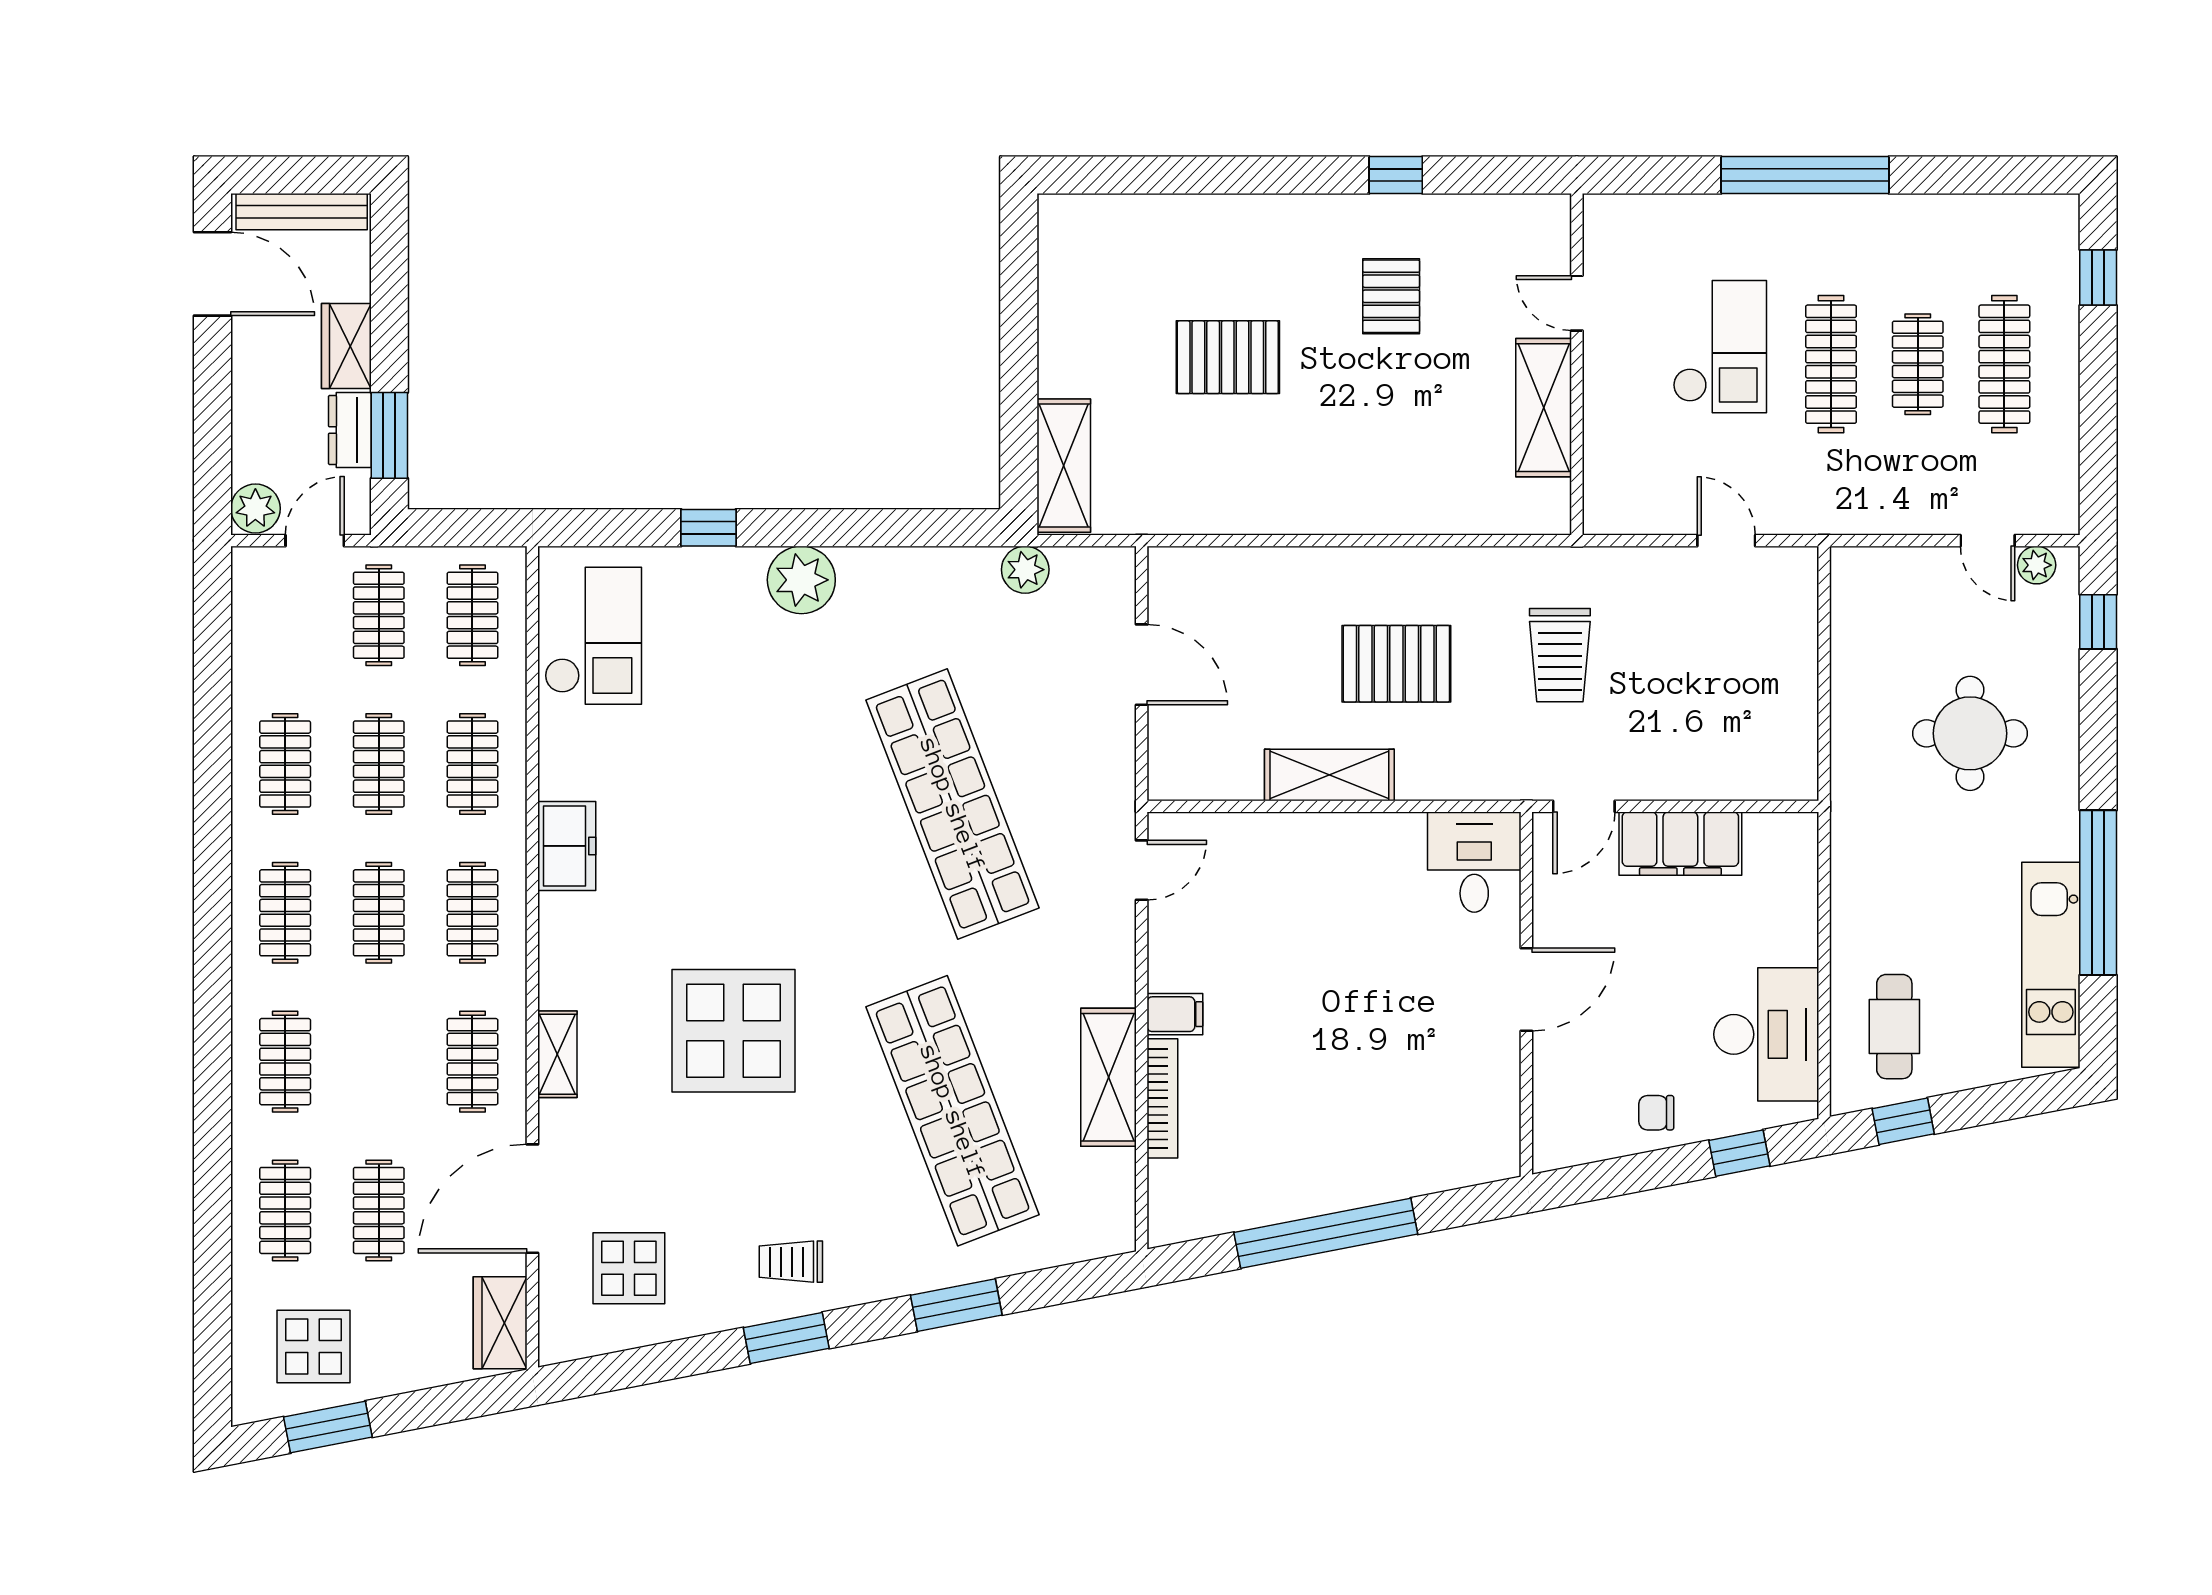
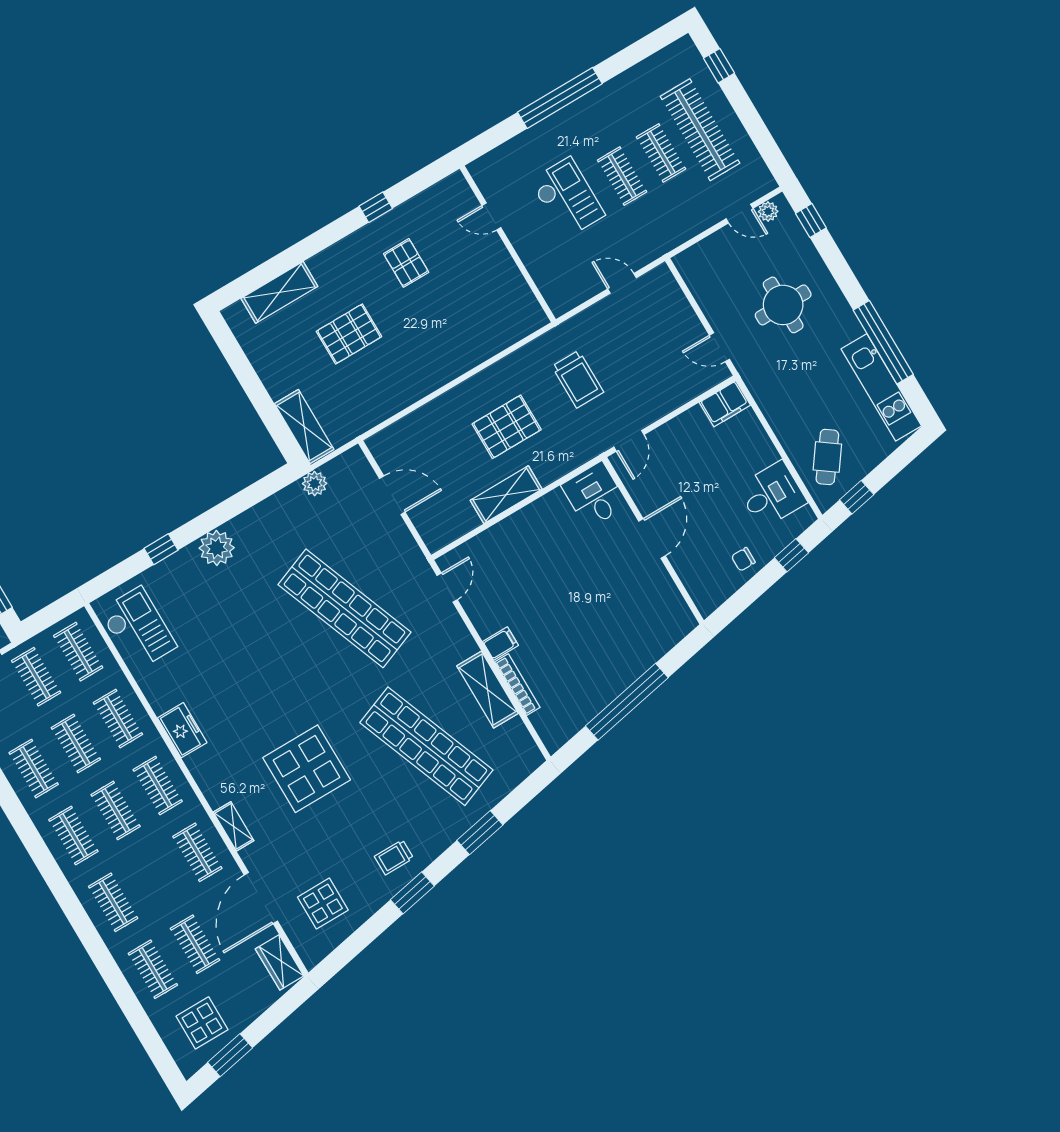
clothes rail: (1831, 364) -> (622, 176), width x0.73
clothes rail: (2004, 364) -> (700, 130), width x1.37, depth x1.31
shelving: (1544, 408) -> (279, 292), moved, turned 90
door: (1824, 741) -> (719, 347), added
filing cabinet: (1680, 844) -> (725, 404), moved, width x0.67, depth x0.86
cafe table: (1894, 1027) -> (827, 457), turned 36
desk: (1766, 1034) -> (772, 495), width x0.73

